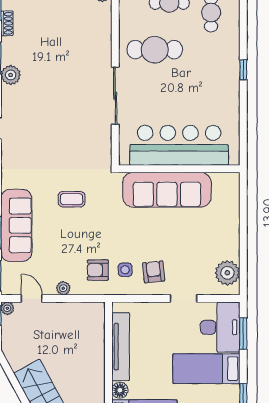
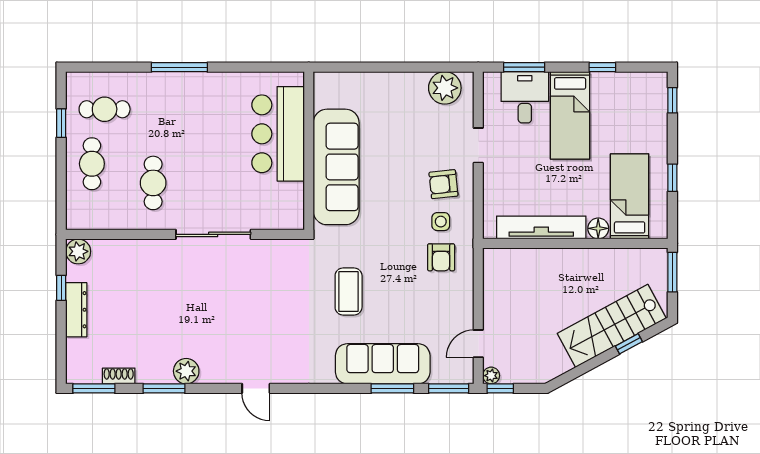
cafe table: (155, 50) -> (153, 183), width x0.73, depth x0.74
window: (243, 70) -> (179, 67), width x2.17
bar counter: (179, 145) -> (278, 134), width x0.73
coffee table: (72, 199) -> (349, 291), width x1.36, depth x1.30
plant: (63, 288) -> (465, 302), removed
desk: (220, 327) -> (525, 97), width x0.73

